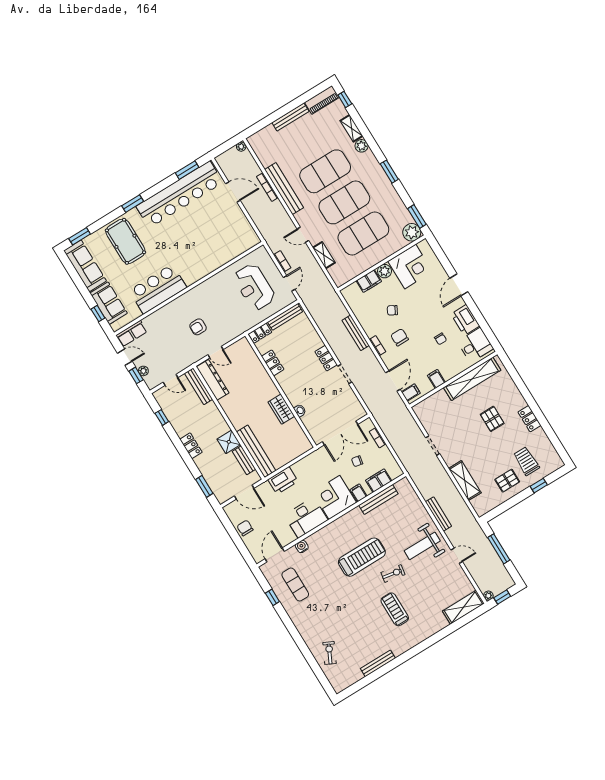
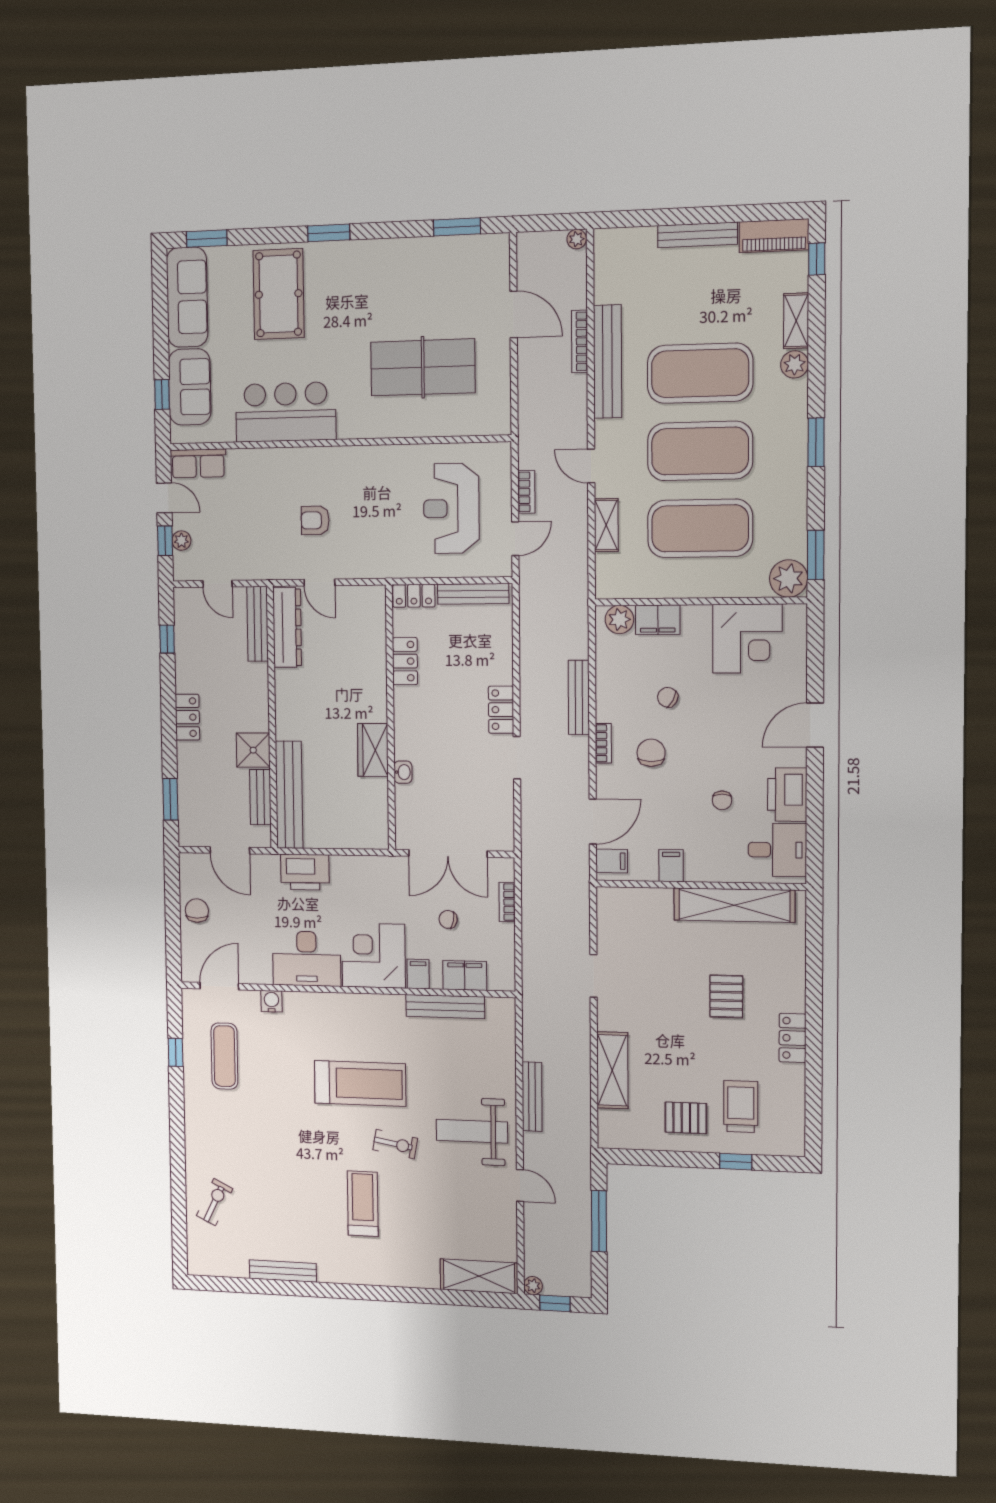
bar counter: (180, 194) -> (418, 264), removed
table tennis table: (207, 236) -> (423, 367), added
plant: (384, 271) -> (619, 620), moved

